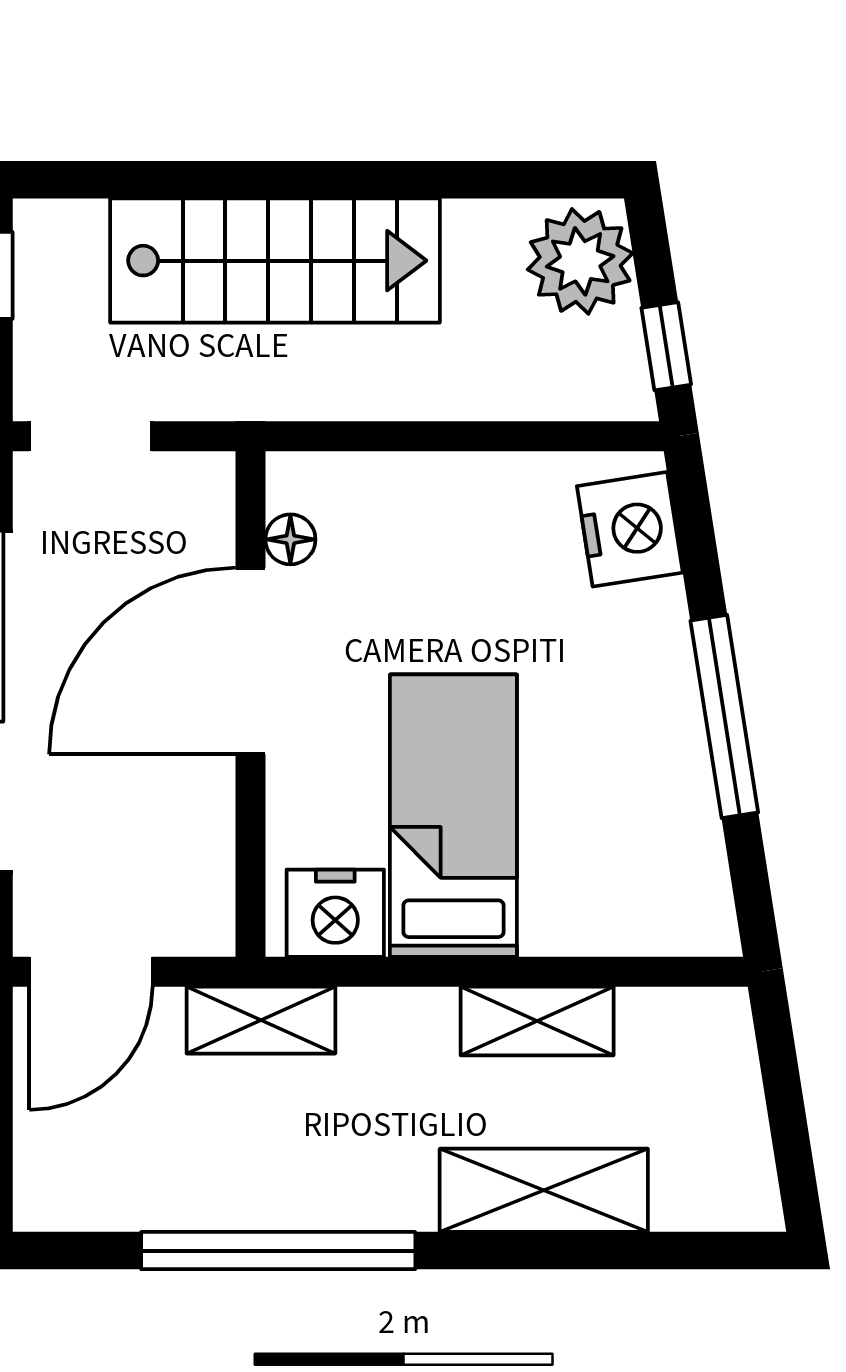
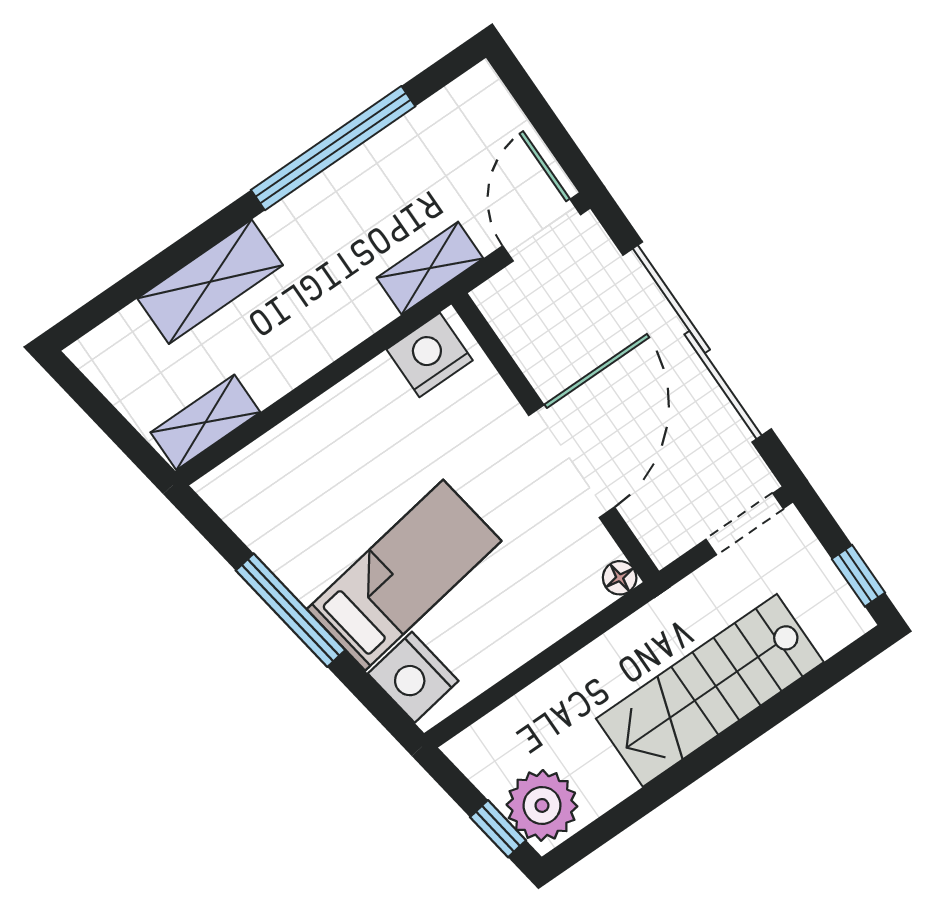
window: (666, 346) -> (498, 829), moved
floor lamp: (290, 539) -> (620, 578), moved
bed: (453, 816) -> (404, 575), moved, turned -99
shelving: (537, 1021) -> (205, 422), moved

